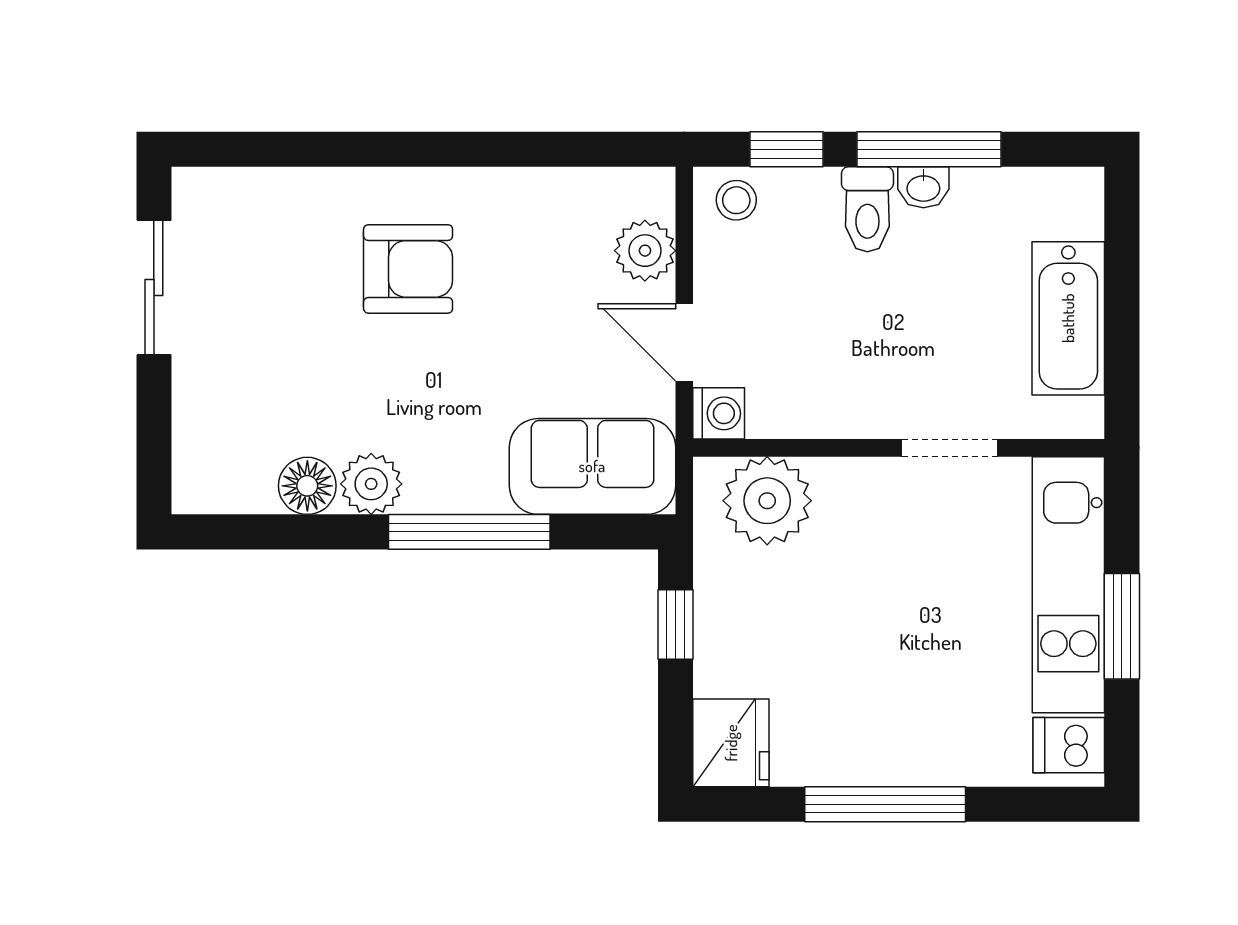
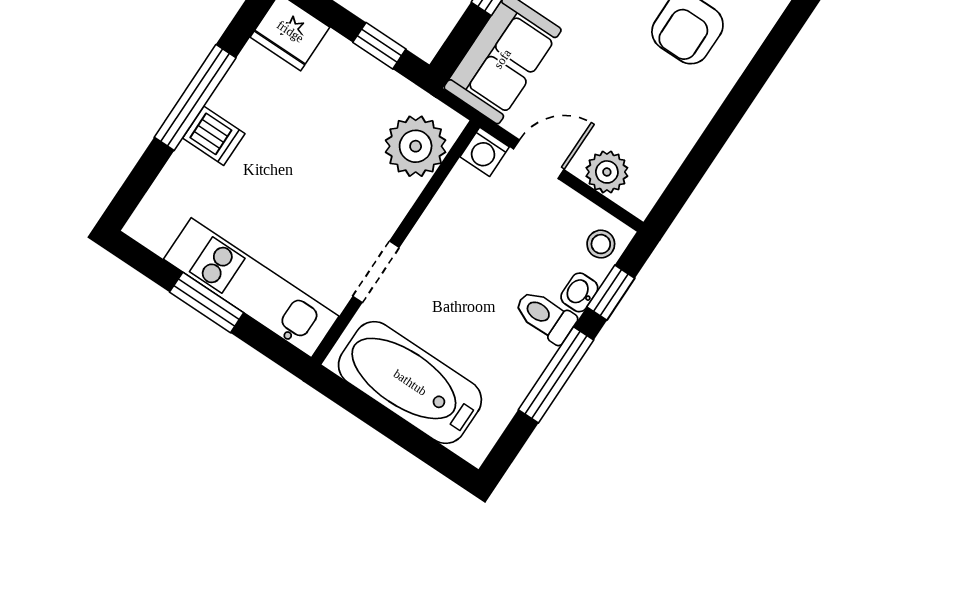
washbasin: (923, 187) -> (579, 292), moved
bathtub: (1068, 318) -> (410, 383), width x1.36, depth x1.36
dishwasher: (1069, 745) -> (214, 136), moved, turned 90

